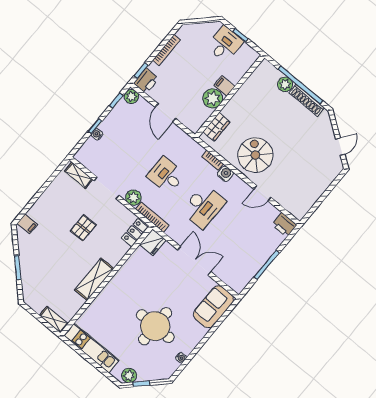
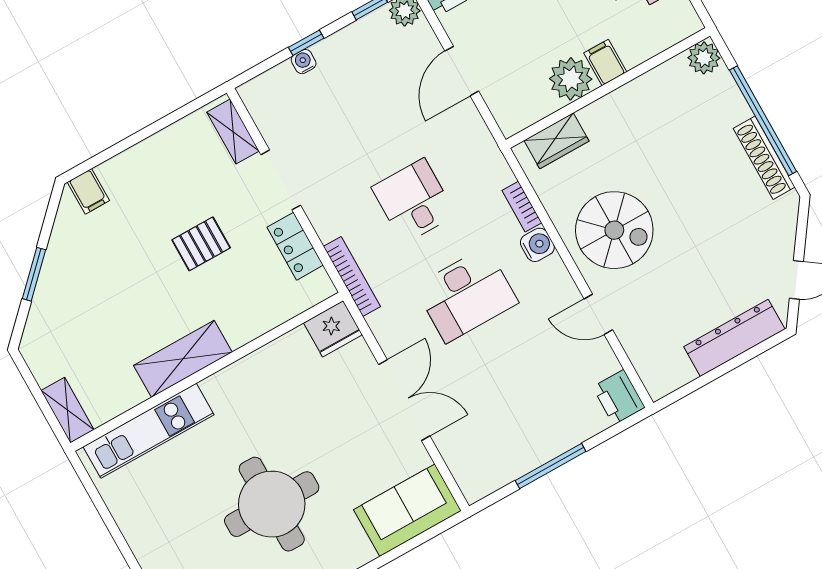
plant: (285, 84) -> (704, 58), moved
spiral stairs: (255, 155) -> (614, 230), turned 90
dresser: (323, 181) -> (734, 338), added
plant: (133, 198) -> (329, 221), removed
locker: (135, 233) -> (295, 246), moved, turned -90
kitchen unit: (91, 348) -> (148, 431), moved, turned 90

